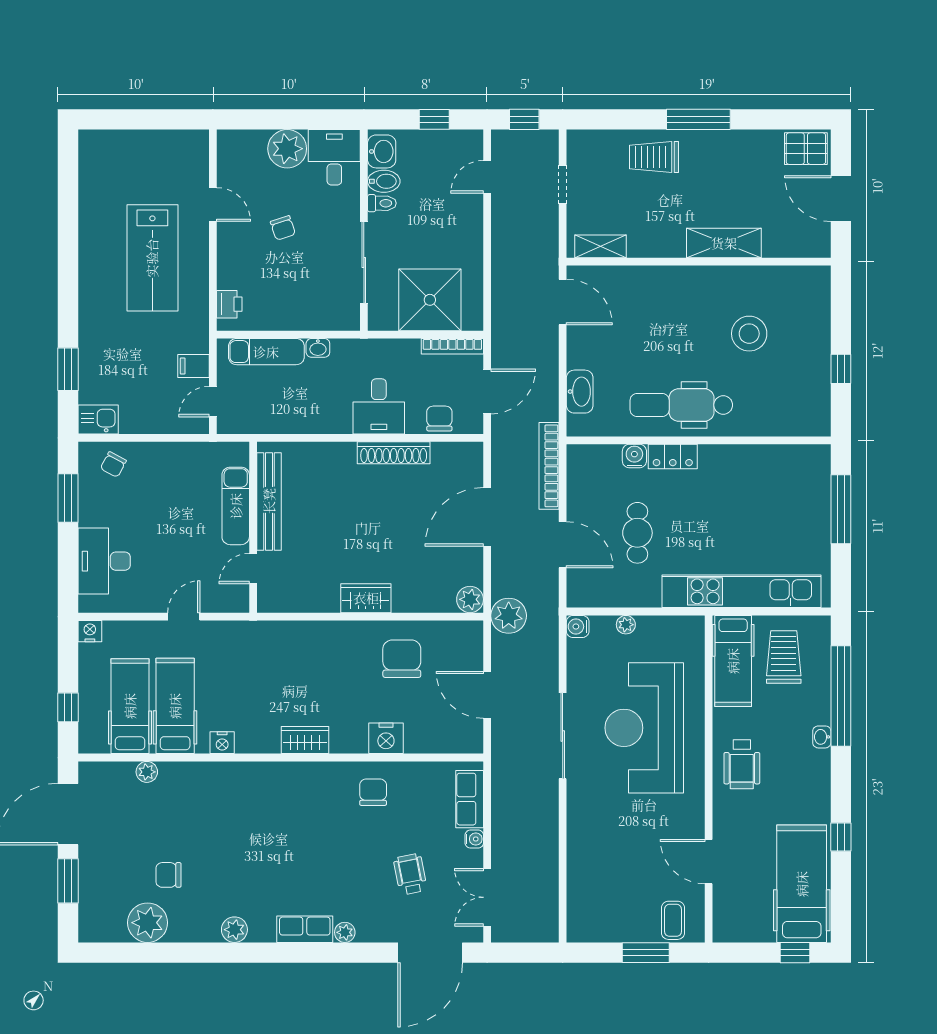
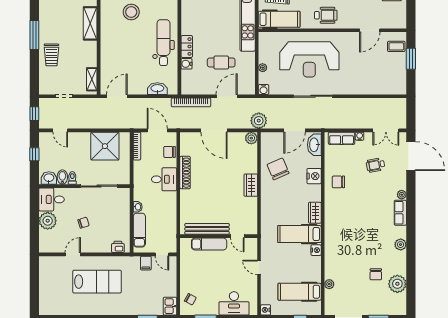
shower: (430, 300) -> (105, 146), moved
dental chair: (681, 405) -> (163, 43), turned 180
chair: (402, 659) -> (278, 169), turned 67
hospital bed: (175, 706) -> (299, 234), moved
washbasin: (455, 739) -> (314, 145), added

